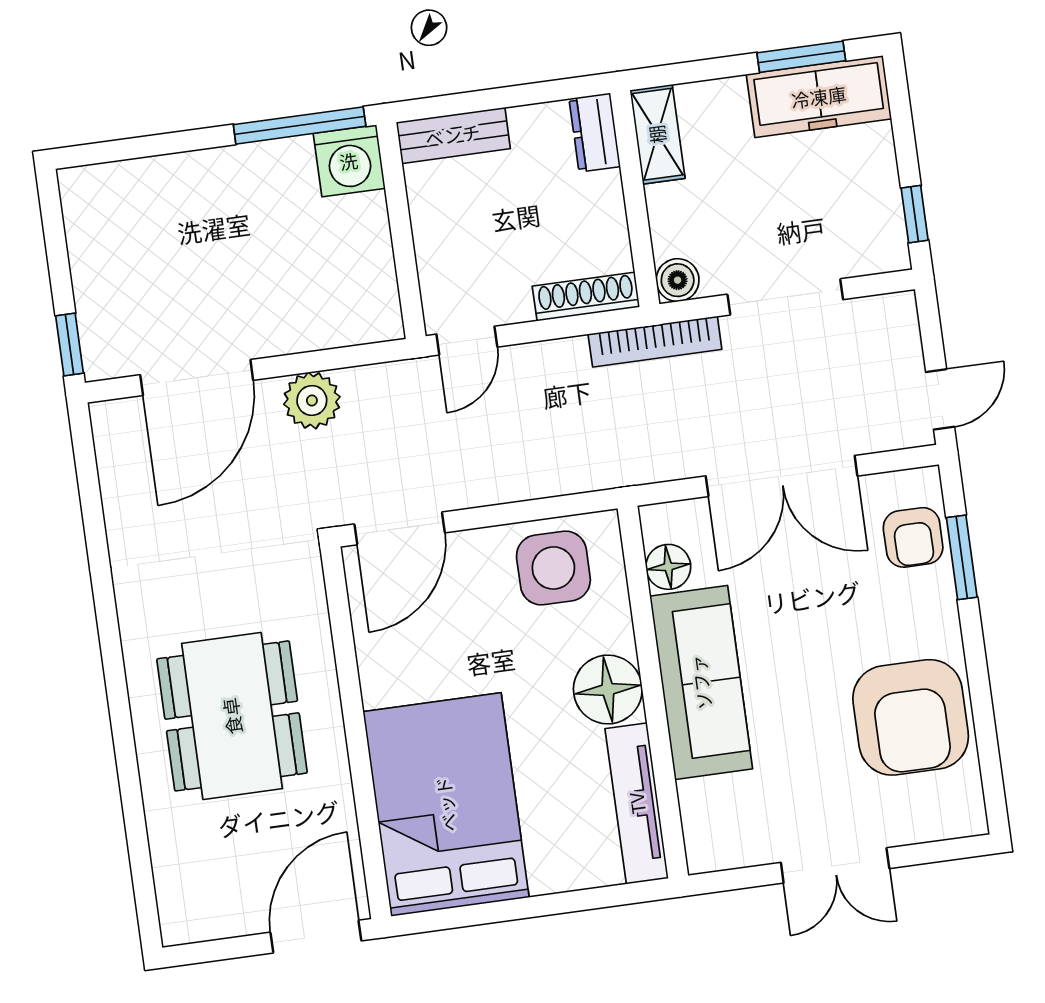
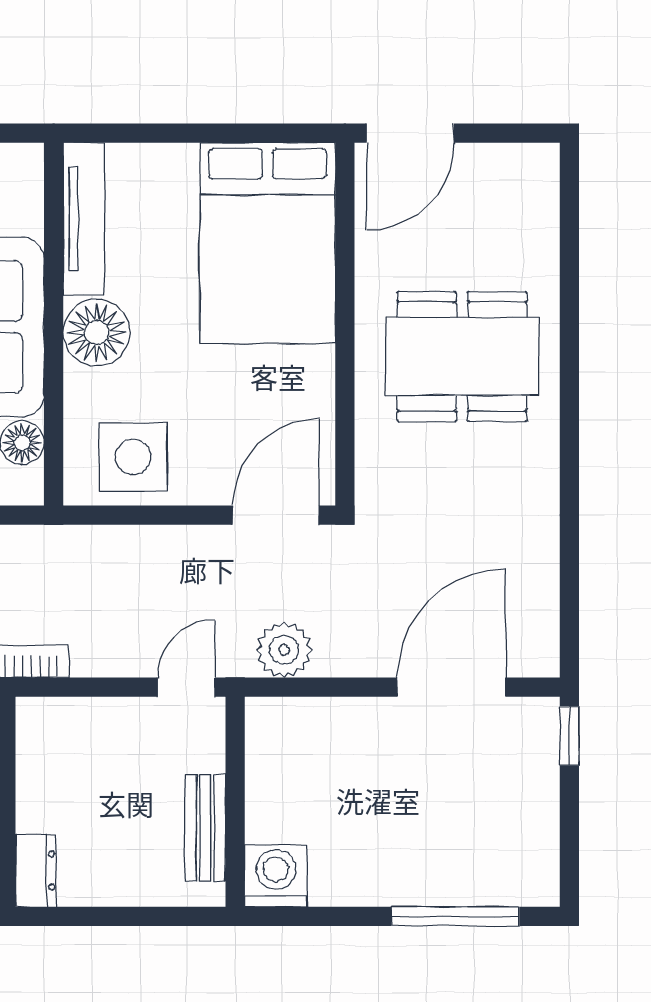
window: (300, 125) -> (455, 916), moved
bench: (453, 135) -> (205, 828), moved, turned 90
shoe rack: (586, 297) -> (66, 714), removed
plant: (312, 400) -> (284, 650), moved
dining table: (232, 716) -> (462, 357), turned 90

